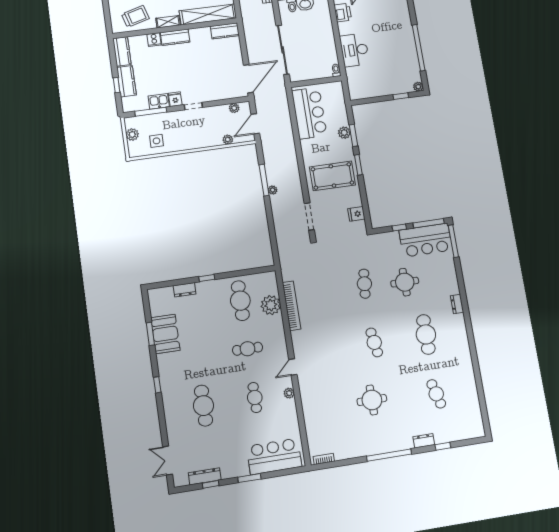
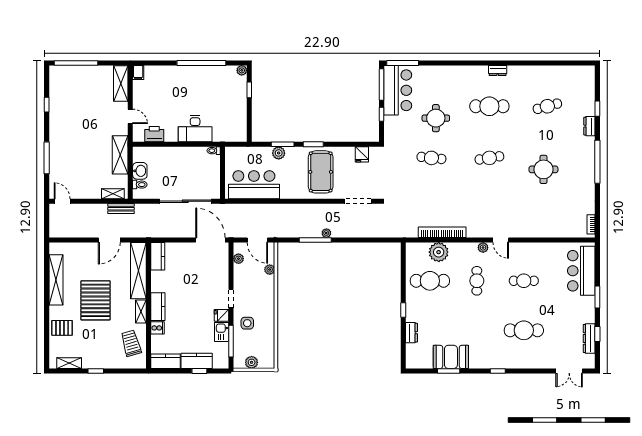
side table: (157, 141) -> (247, 323), moved
dresser: (457, 304) -> (498, 70), moved
plant: (289, 393) -> (483, 248), moved

